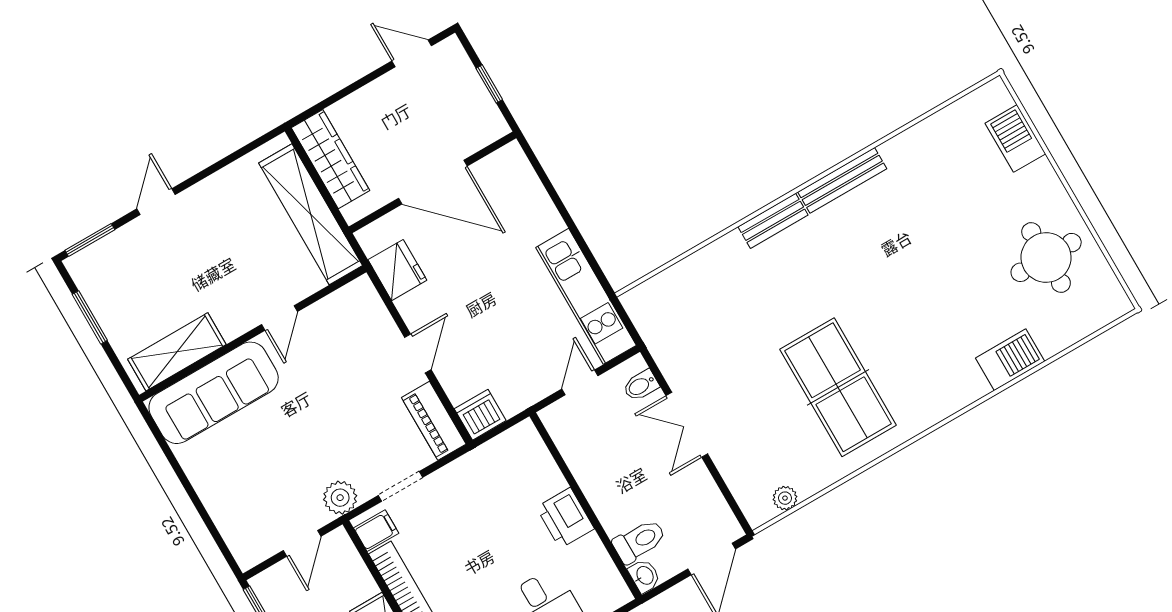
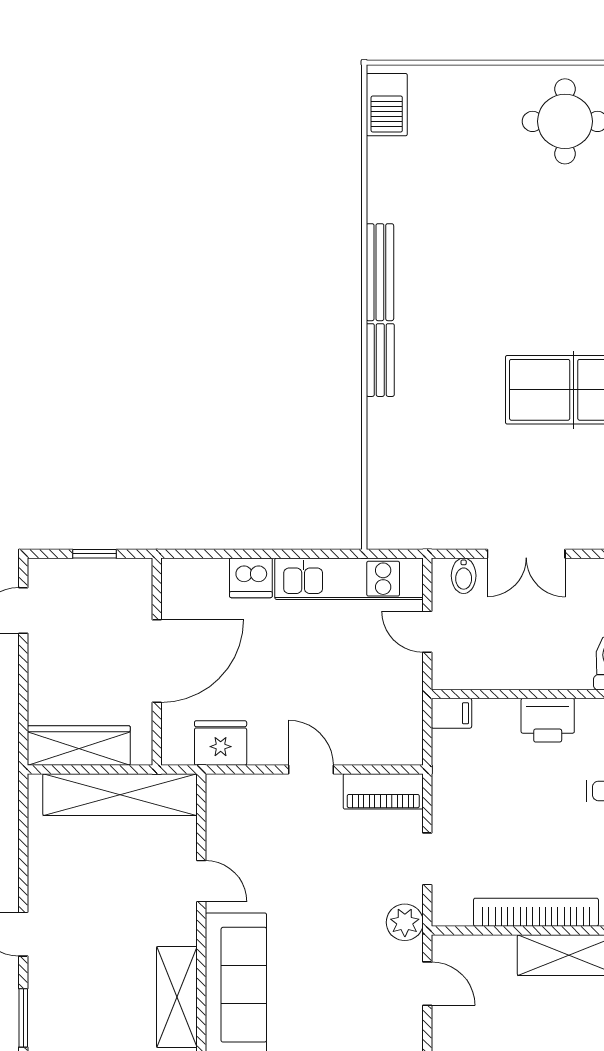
barbecue: (1015, 138) -> (387, 105), moved, turned -90
dishwasher: (480, 415) -> (251, 578), moved, turned -90
filing cabinet: (376, 531) -> (451, 713), moved, turned 90

